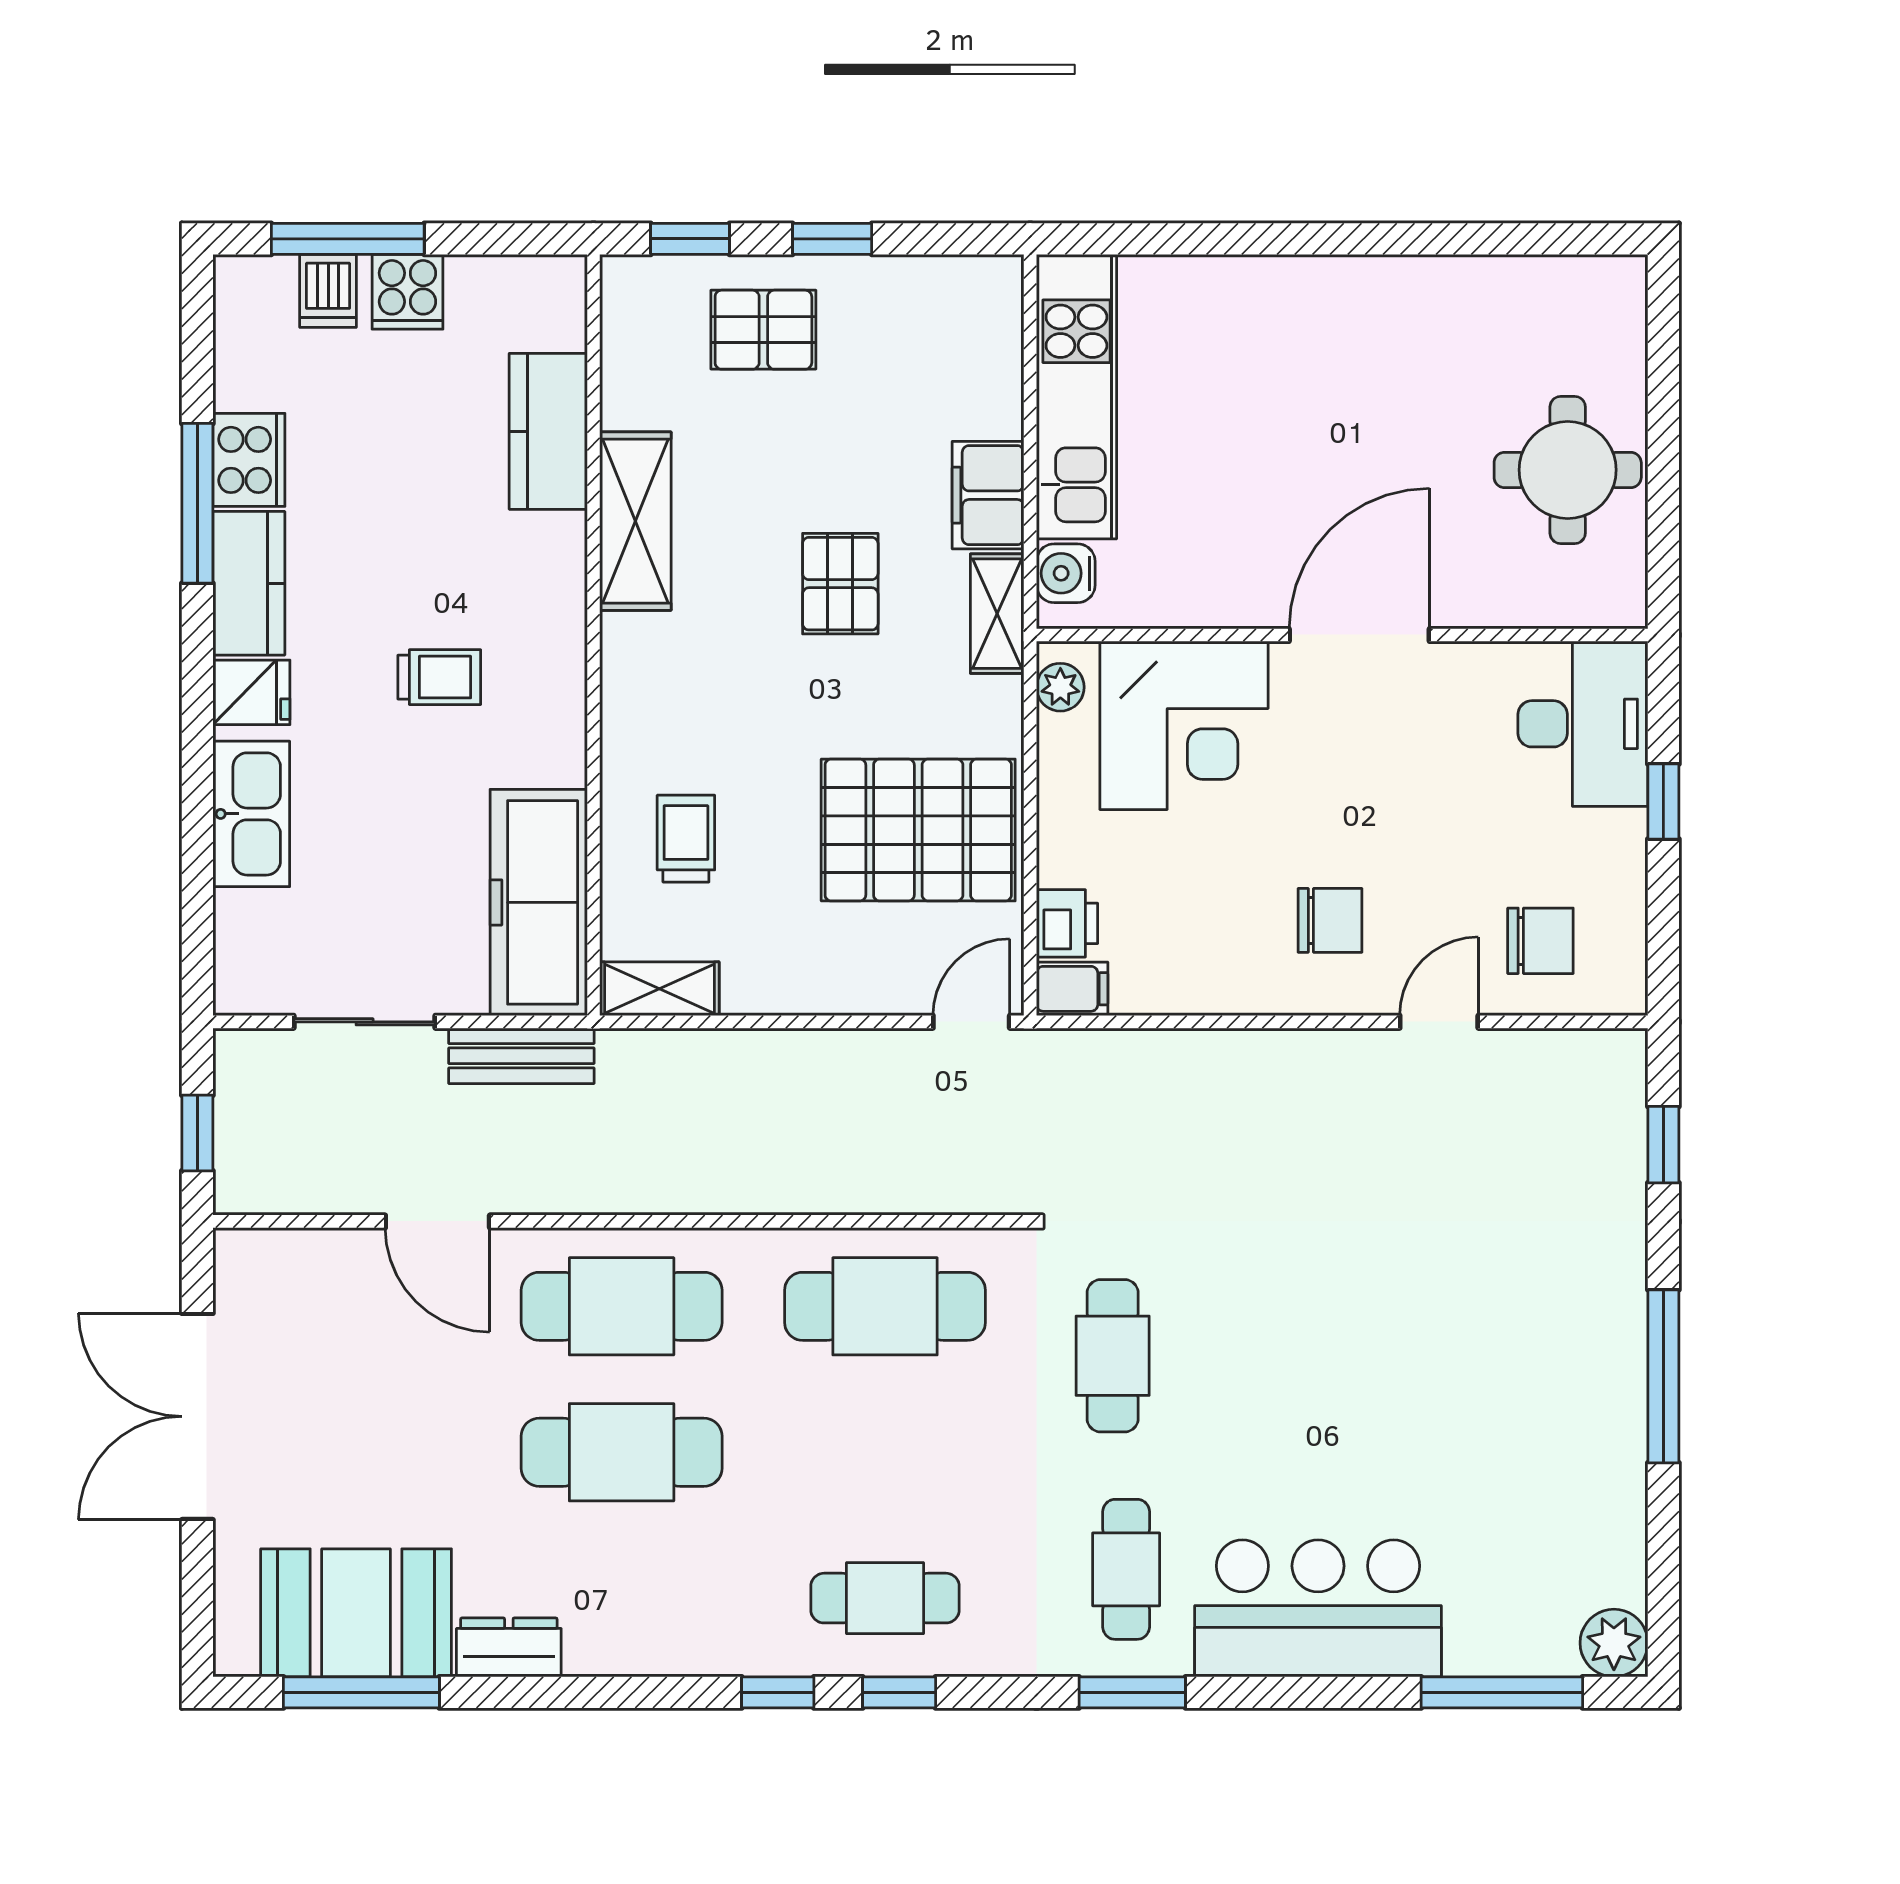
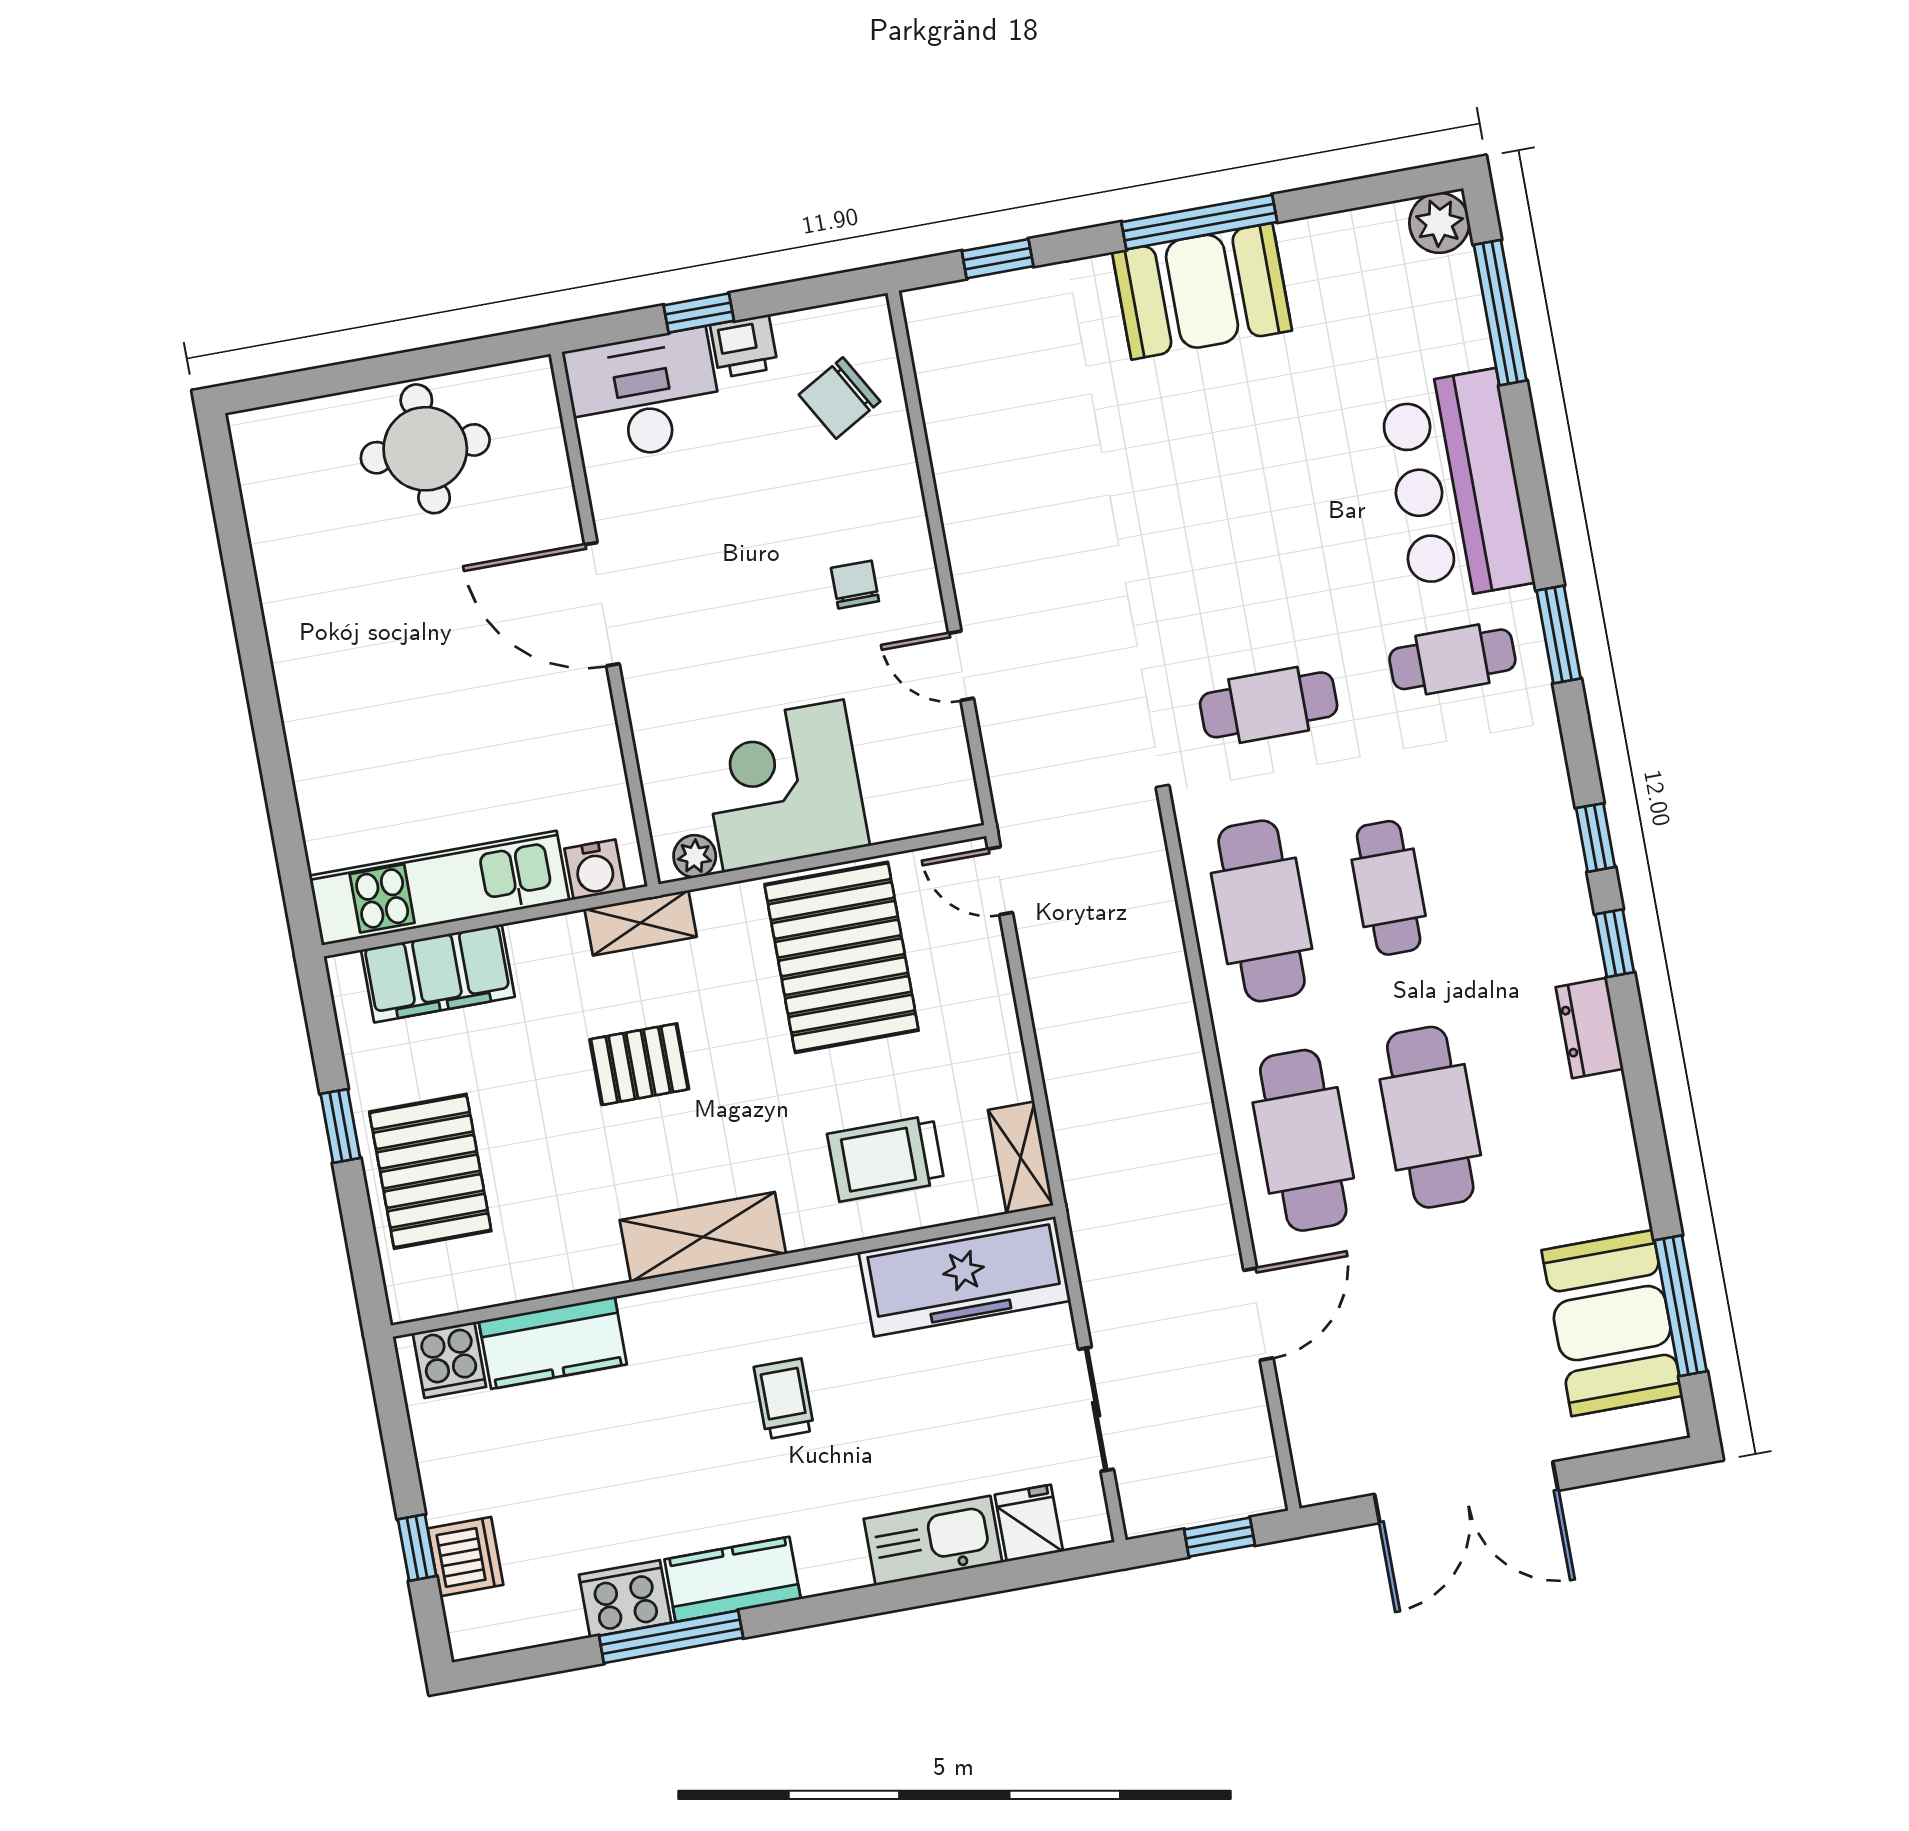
window: (348, 239) -> (417, 1548), width x0.46
window: (690, 239) -> (363, 1250), removed
dishwasher: (328, 291) -> (465, 1557), width x1.38
cooker: (407, 292) -> (449, 1360), moved, turned 90
pallet: (763, 330) -> (430, 1171), width x1.50, depth x1.42
filing cabinet: (988, 495) -> (438, 973), moved, width x1.50, depth x1.17
shelving: (635, 521) -> (703, 1237), moved
fridge: (251, 692) -> (1029, 1523), moved
corner desk: (1184, 725) -> (784, 786), moved, turned -90
trolley: (686, 839) -> (886, 1158), width x1.36, depth x1.39
chair: (1330, 920) -> (855, 585), width x0.73, depth x0.73
printer: (1067, 923) -> (744, 346), moved, turned 180
chair: (1540, 941) -> (839, 398), turned -120
filing cabinet: (1072, 989) -> (955, 798), removed
door: (1439, 1022) -> (961, 666), moved
bench: (521, 1056) -> (1101, 1267), removed
booth: (1586, 1365) -> (1202, 291), added
cafe table: (885, 1598) -> (1389, 888), moved
dresser: (509, 1647) -> (1590, 1028), moved

